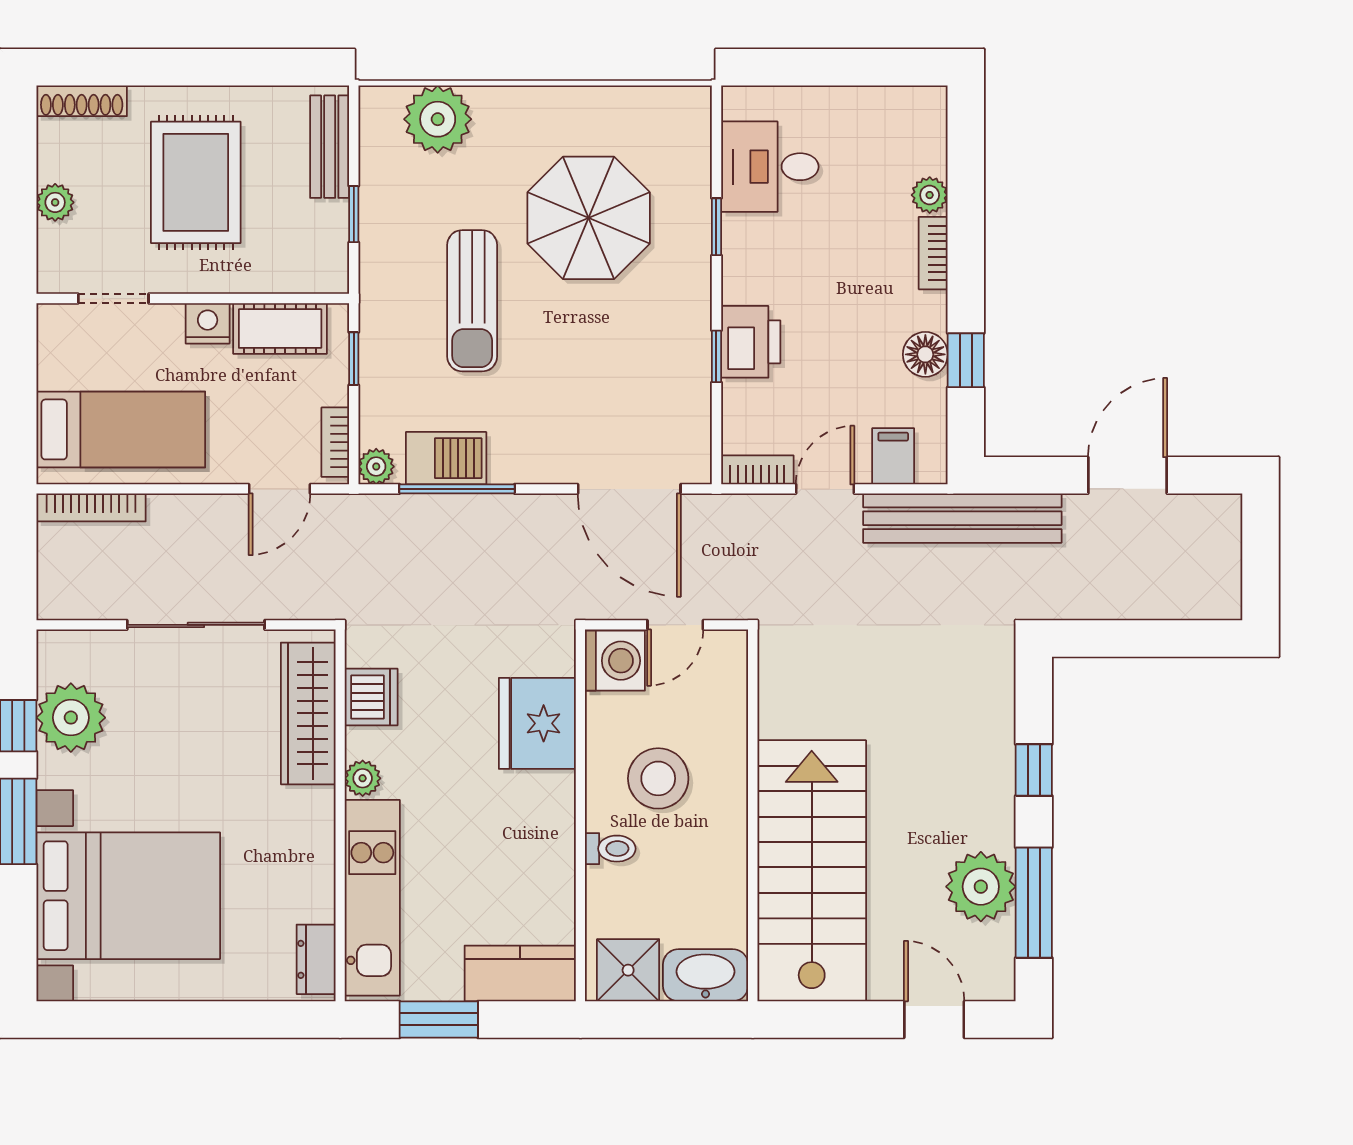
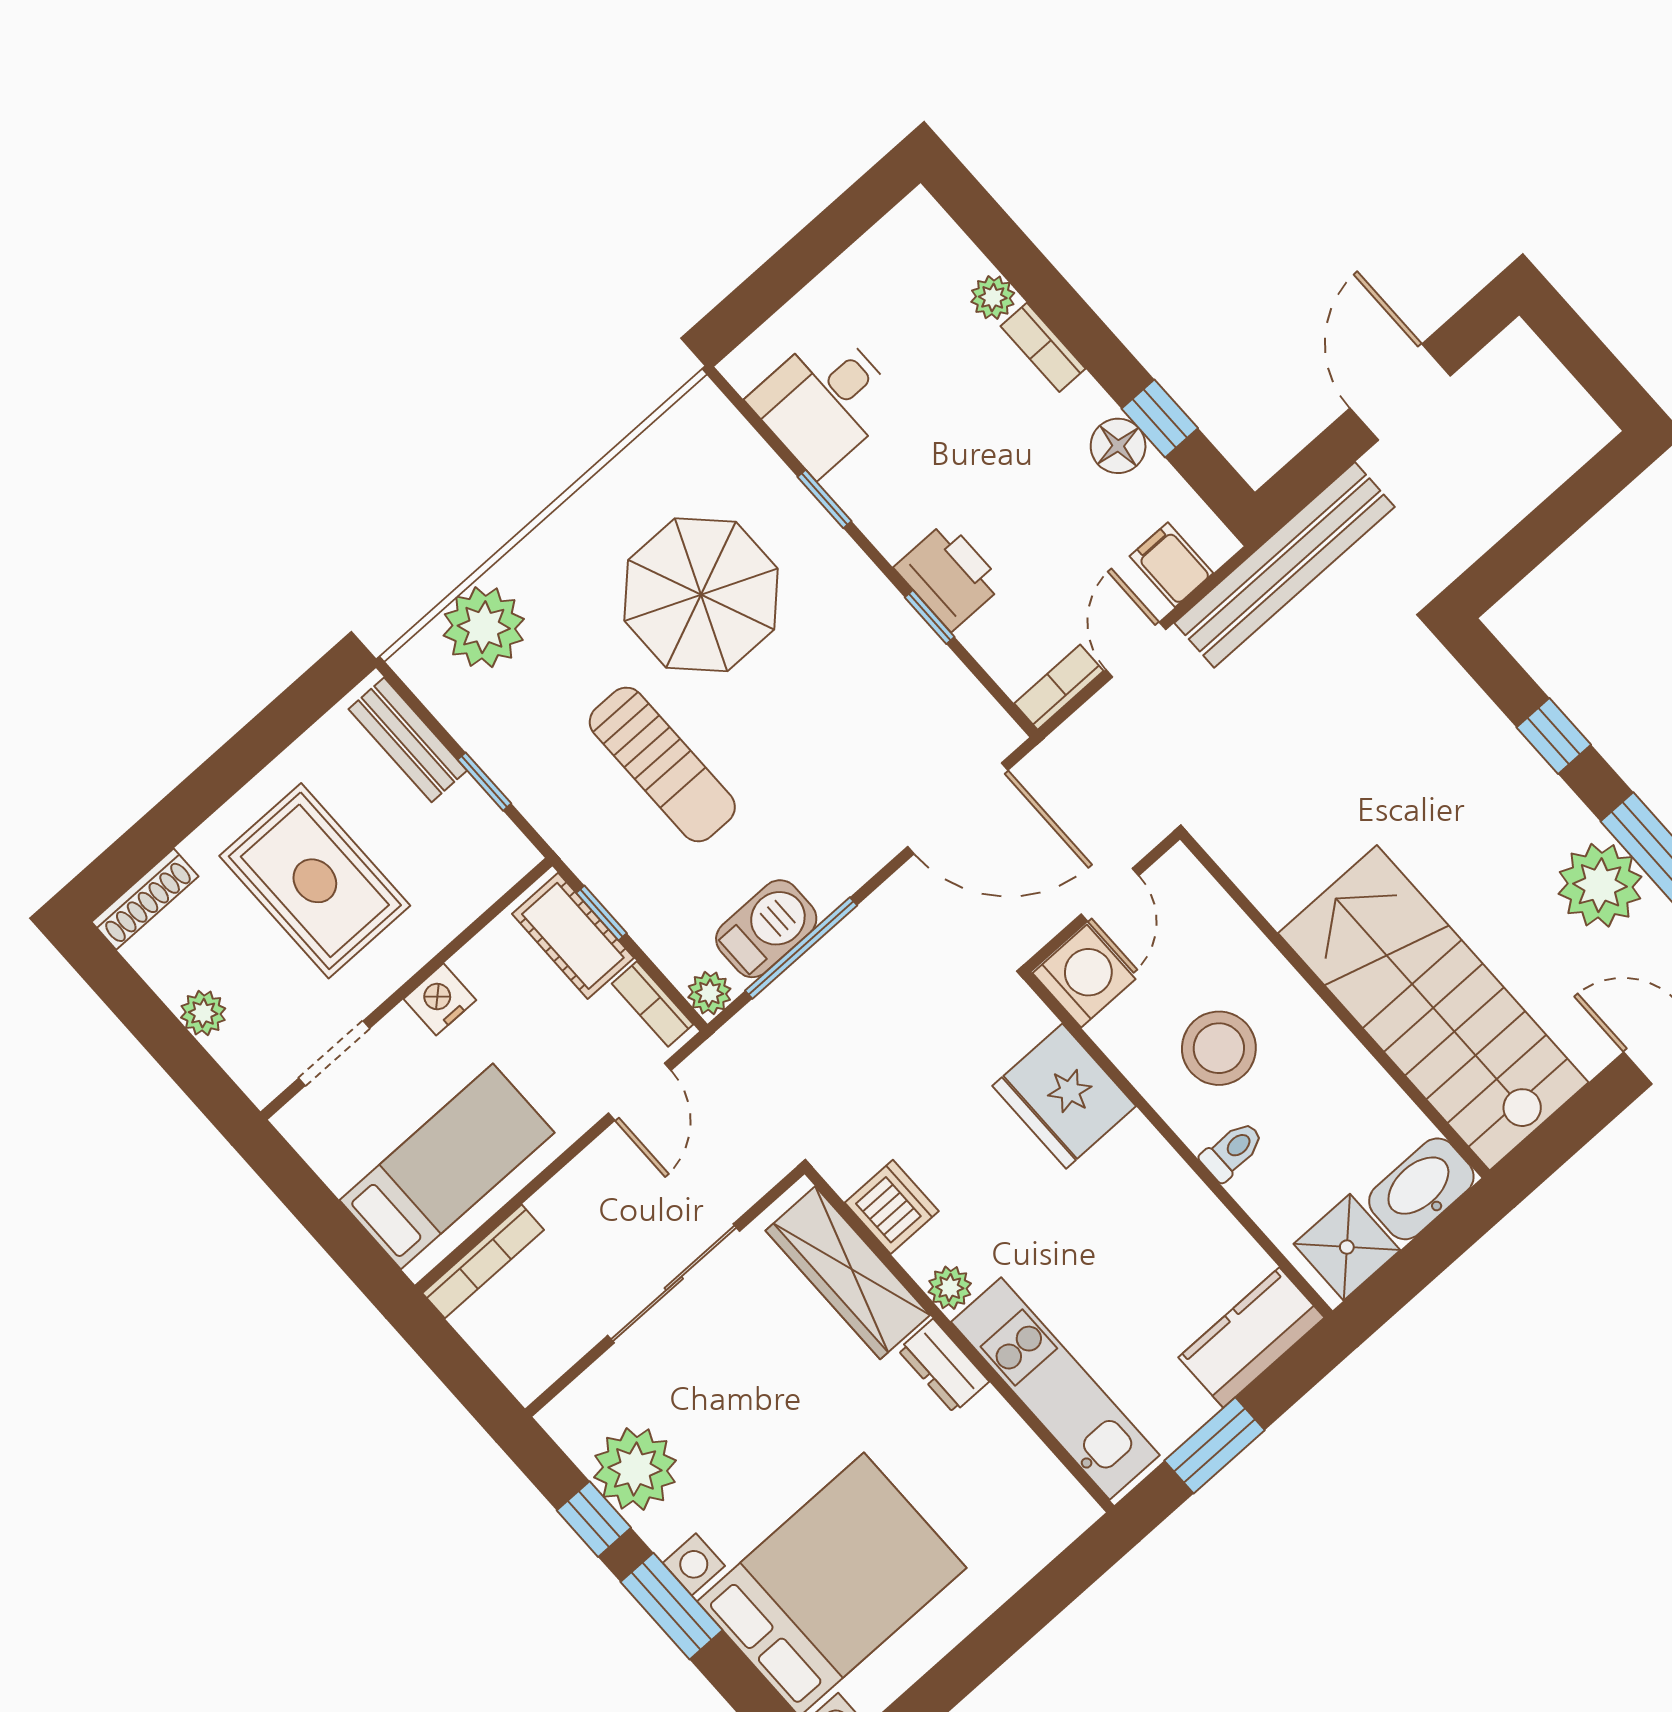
cot: (280, 329) -> (573, 936), moved, turned 90
dresser: (316, 959) -> (943, 1366), moved

